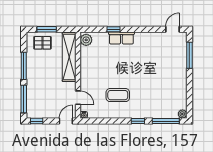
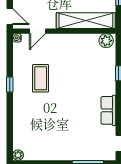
row of seats: (121, 38) -> (108, 110), moved
window: (138, 121) -> (10, 84), moved
window: (166, 121) -> (10, 135), removed

